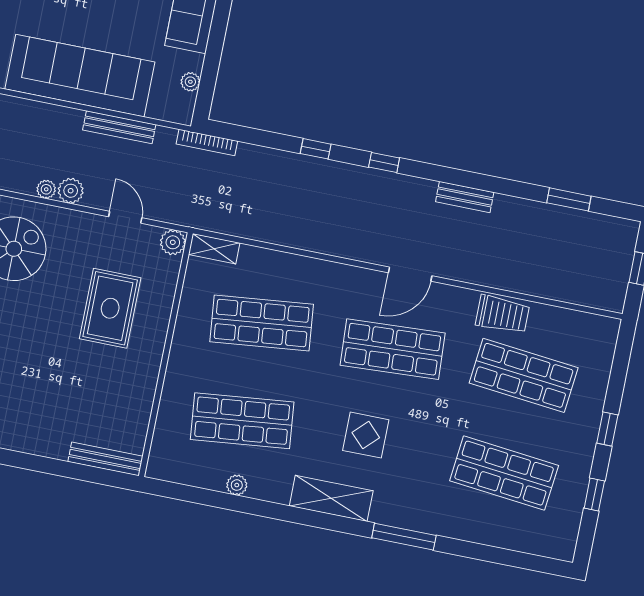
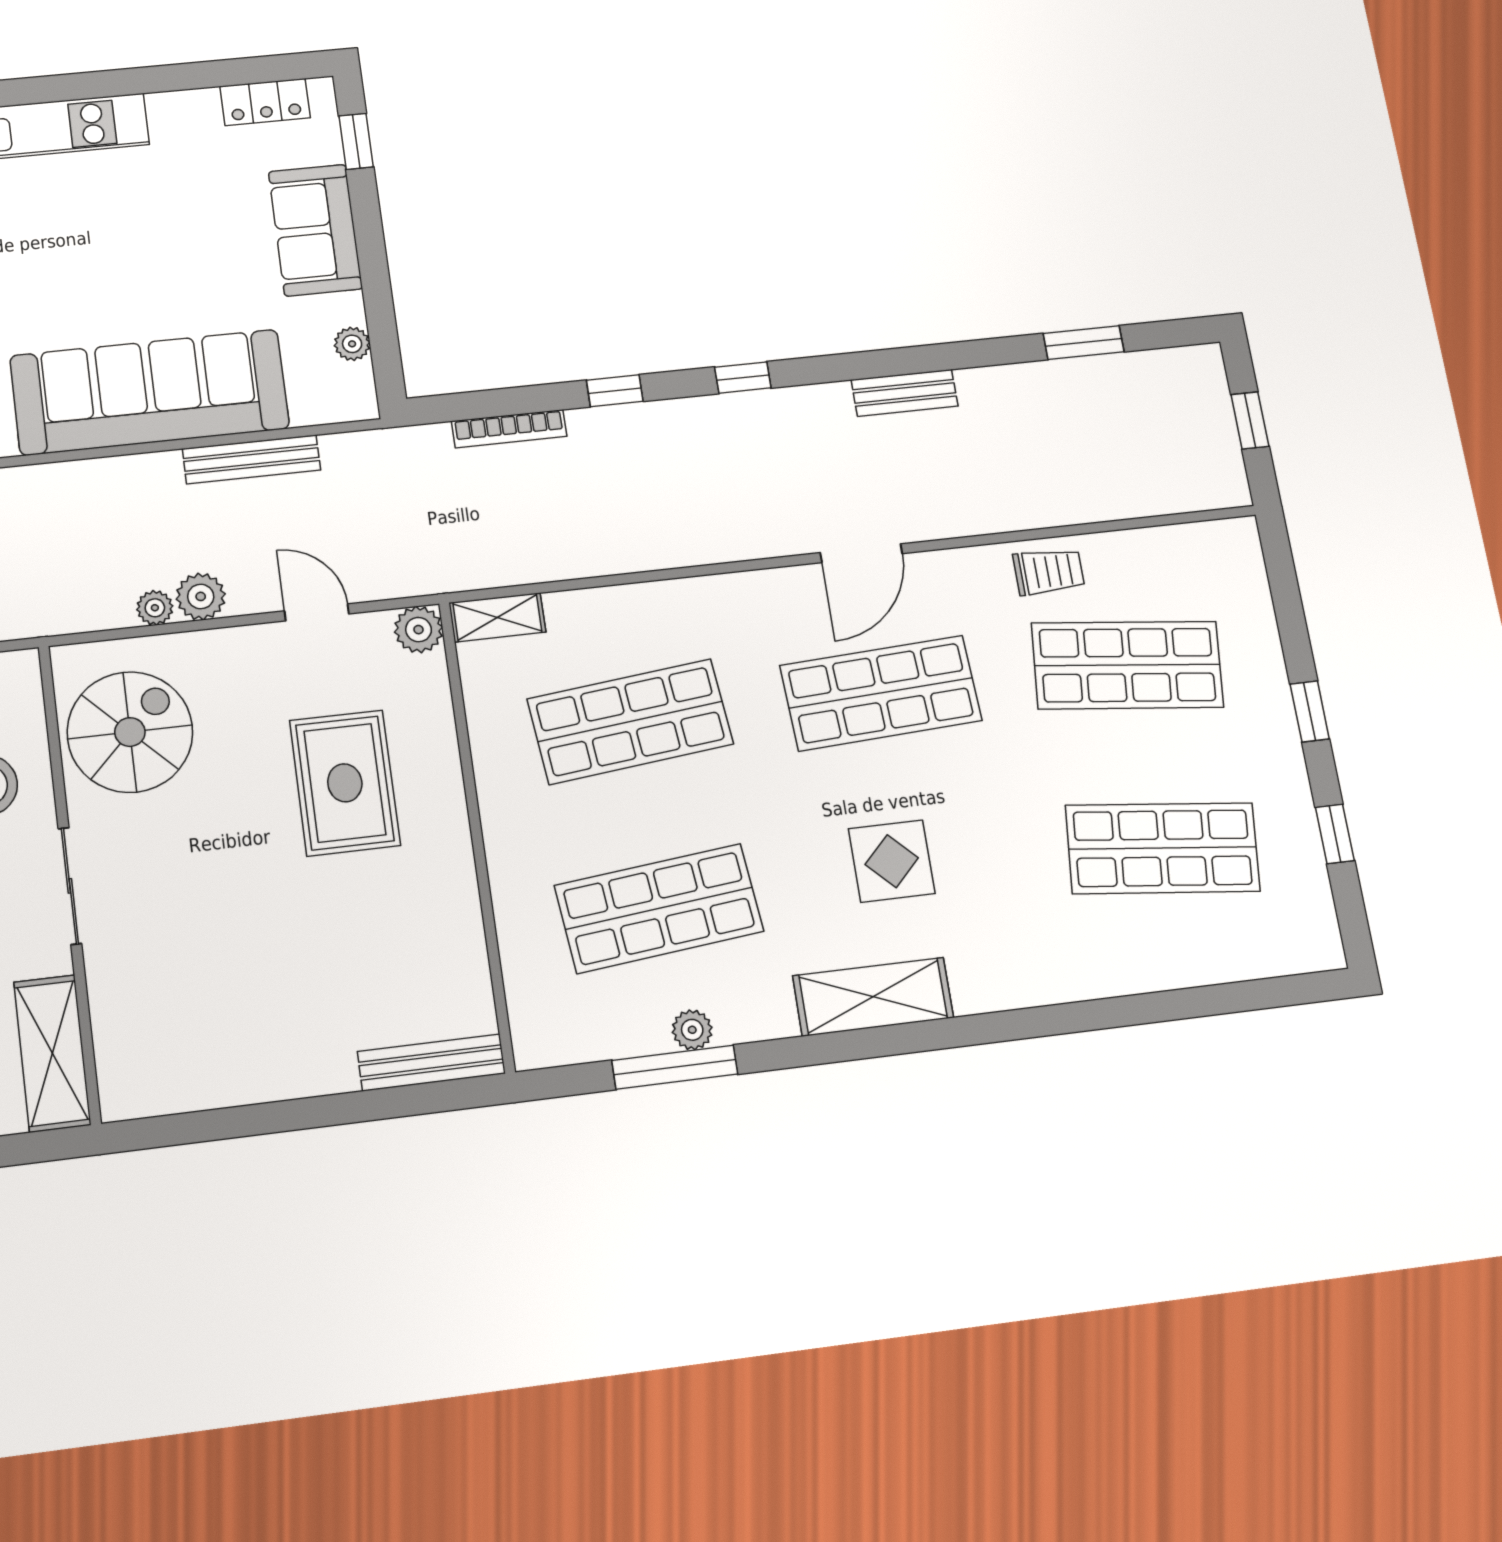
bookcase: (207, 142) -> (509, 429), moved
trolley: (502, 314) -> (1049, 572), width x0.73, depth x0.72
window: (404, 537) -> (675, 1067), moved

